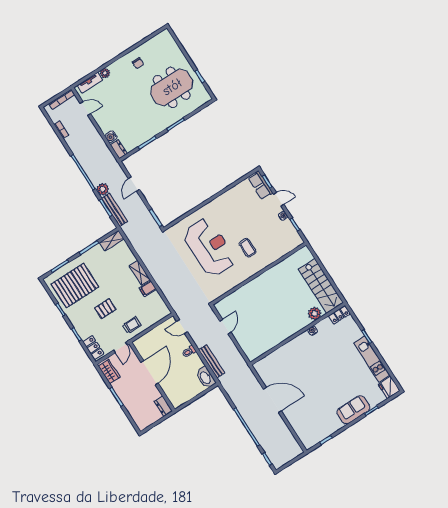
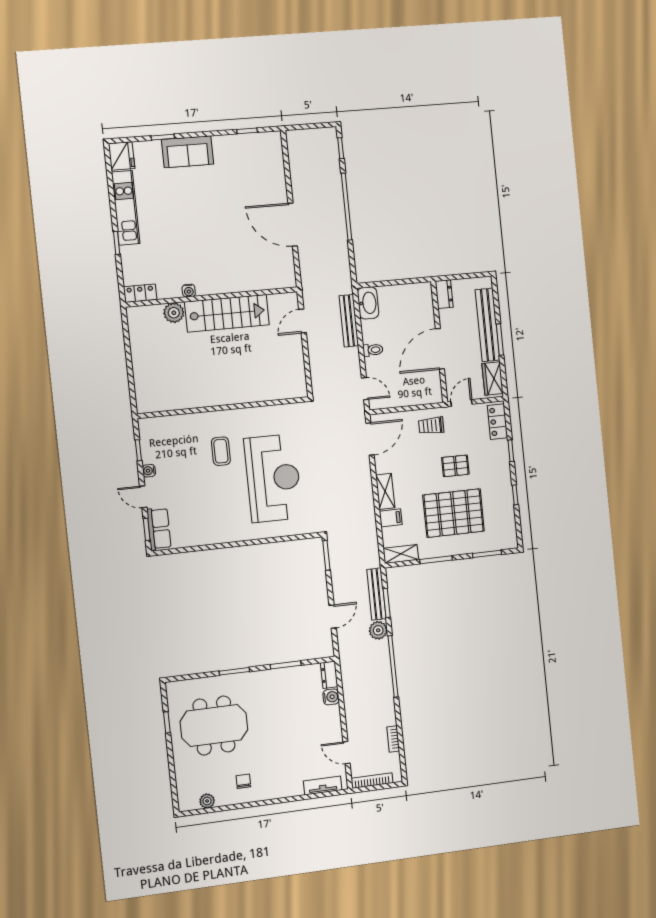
plant: (105, 73) -> (207, 801), moved
reception desk: (209, 247) -> (273, 478), turned 180
pallet: (75, 286) -> (454, 513), moved
stairs: (321, 286) -> (227, 313), moved, turned 90
filing cabinet: (148, 289) -> (391, 518), moved
door: (164, 299) -> (370, 439), added
door: (225, 327) -> (302, 321), moved
bench: (128, 402) -> (488, 325), added

